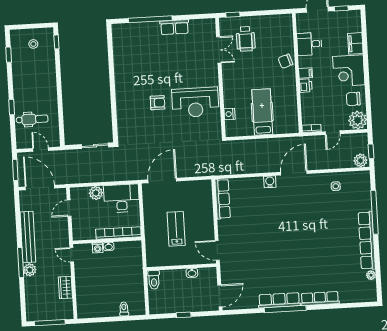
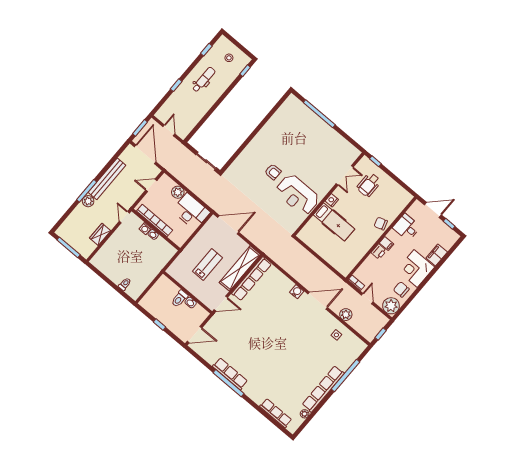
row of seats: (174, 27) -> (330, 134), removed
hospital bed: (262, 112) -> (334, 222), moved, turned 90
nightstand: (229, 114) -> (332, 200), moved
dental chair: (32, 119) -> (204, 80), moved, turned -90
door: (333, 133) -> (367, 299), swing flipped
plant: (360, 160) -> (346, 315), moved
row of seats: (223, 199) -> (252, 279), width x1.36
shelving: (206, 207) -> (240, 268), added
bookcase: (118, 233) -> (155, 221), moved
door: (217, 250) -> (221, 304), swing flipped
toilet: (154, 280) -> (179, 299), moved
row of seats: (320, 299) -> (276, 413), moved

